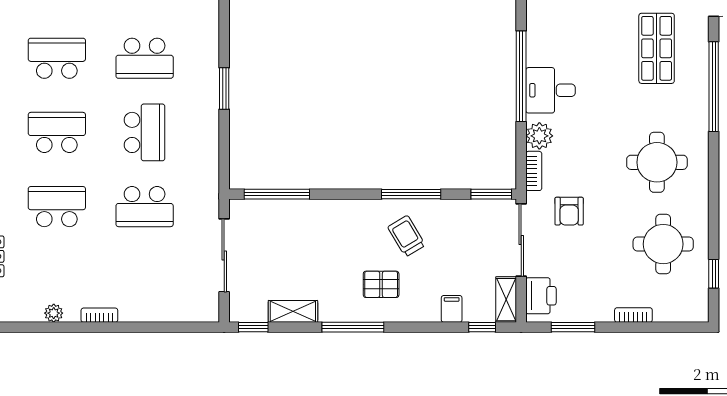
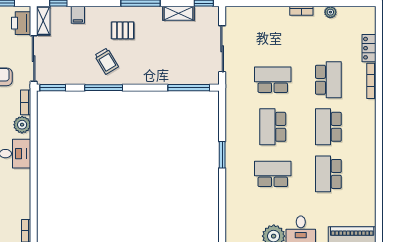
school desk: (57, 58) -> (328, 174), turned 90
window: (521, 76) -> (34, 162), removed
school desk: (57, 132) -> (328, 127), turned 90
school desk: (57, 207) -> (328, 80), turned -90

